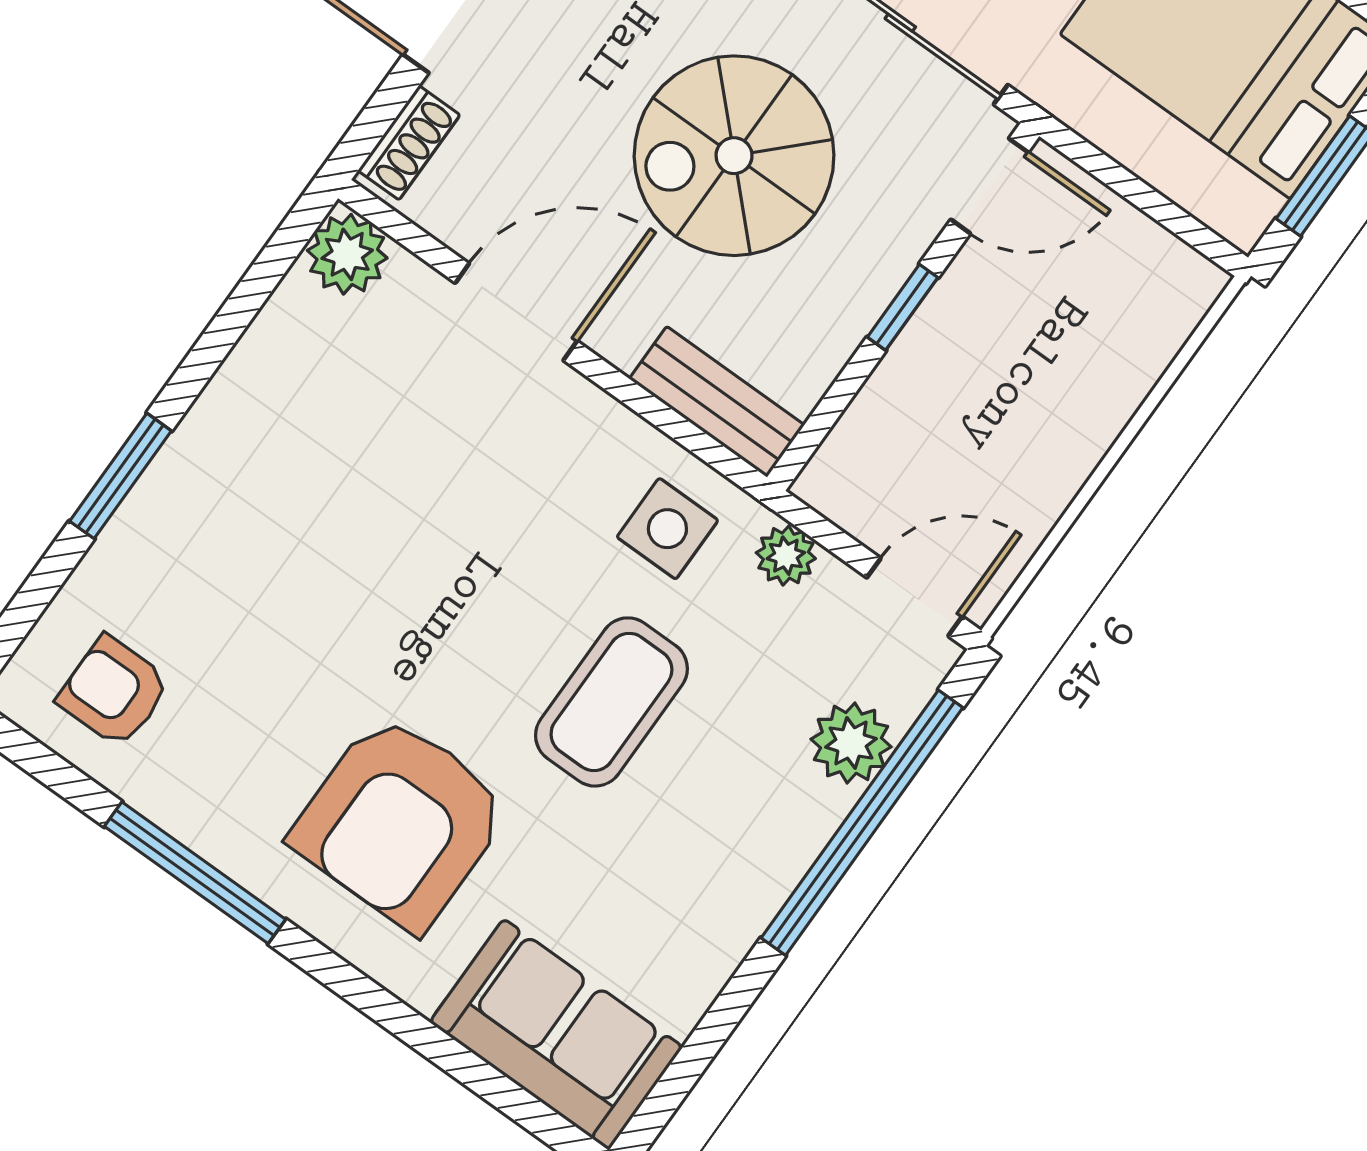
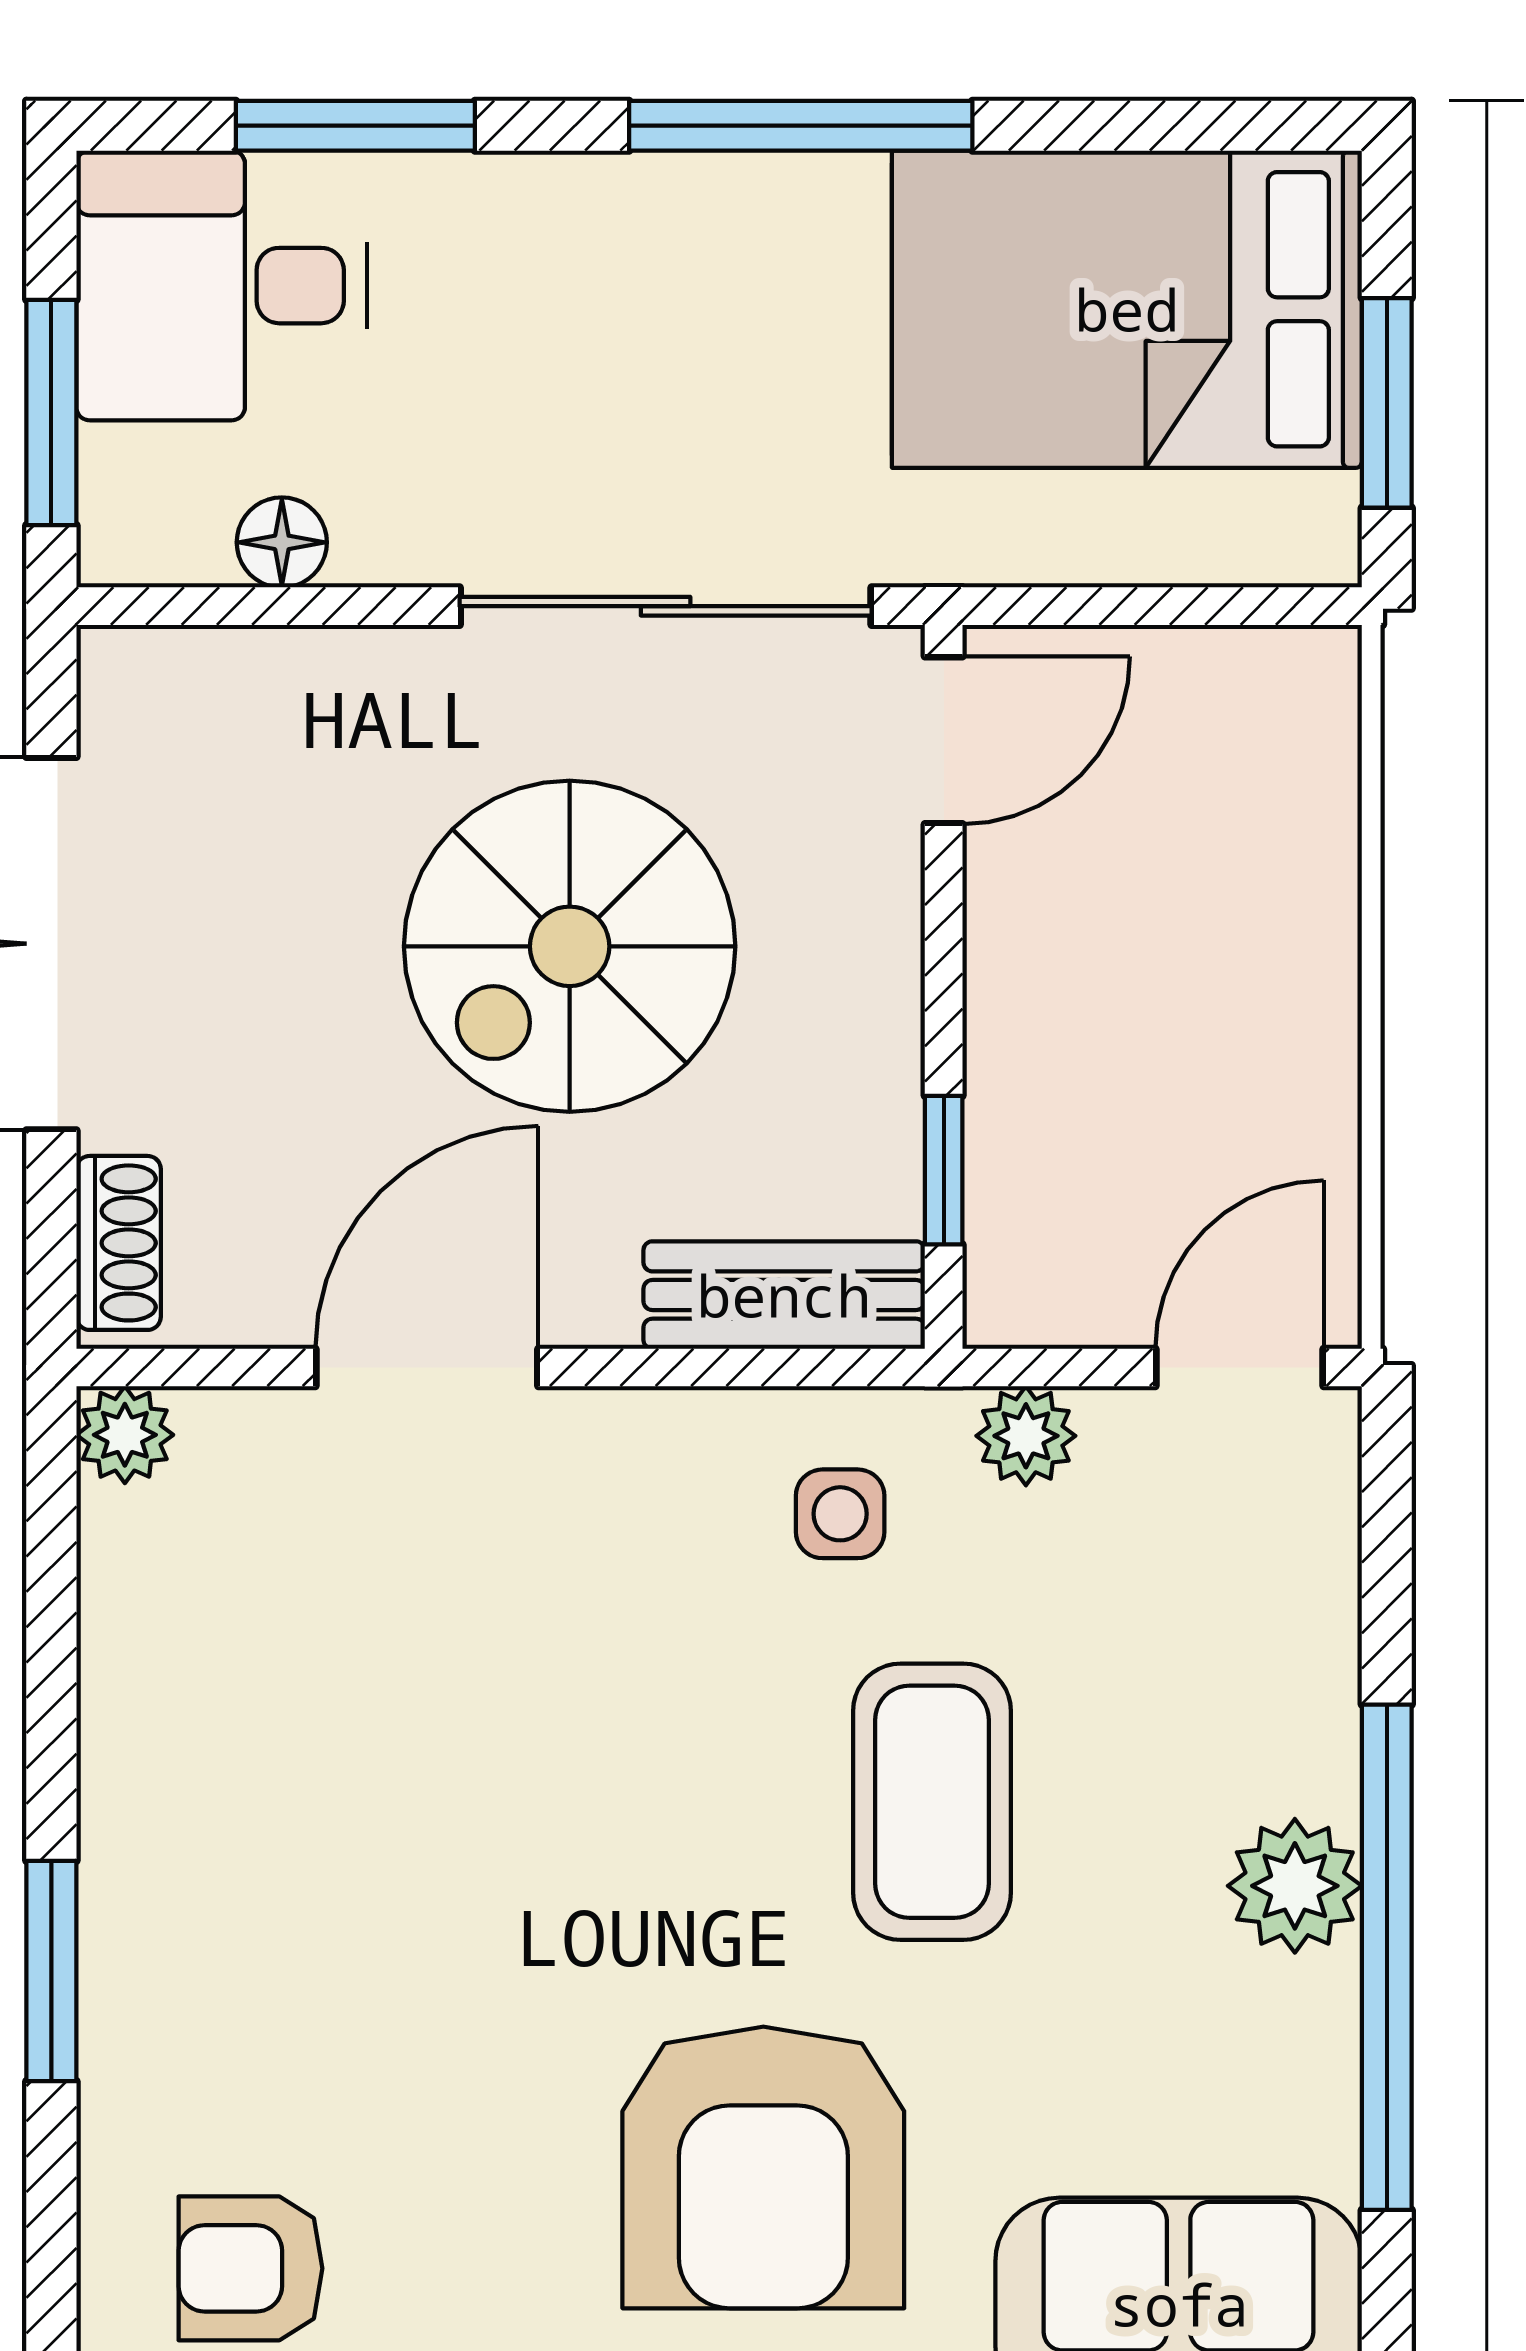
plant: (347, 254) -> (125, 1435), width x0.73, depth x0.73
window: (903, 307) -> (944, 1170), moved
side table: (667, 529) -> (840, 1514), width x0.73, depth x0.73
plant: (851, 743) -> (1295, 1886), moved
window: (862, 823) -> (1387, 1957), moved

